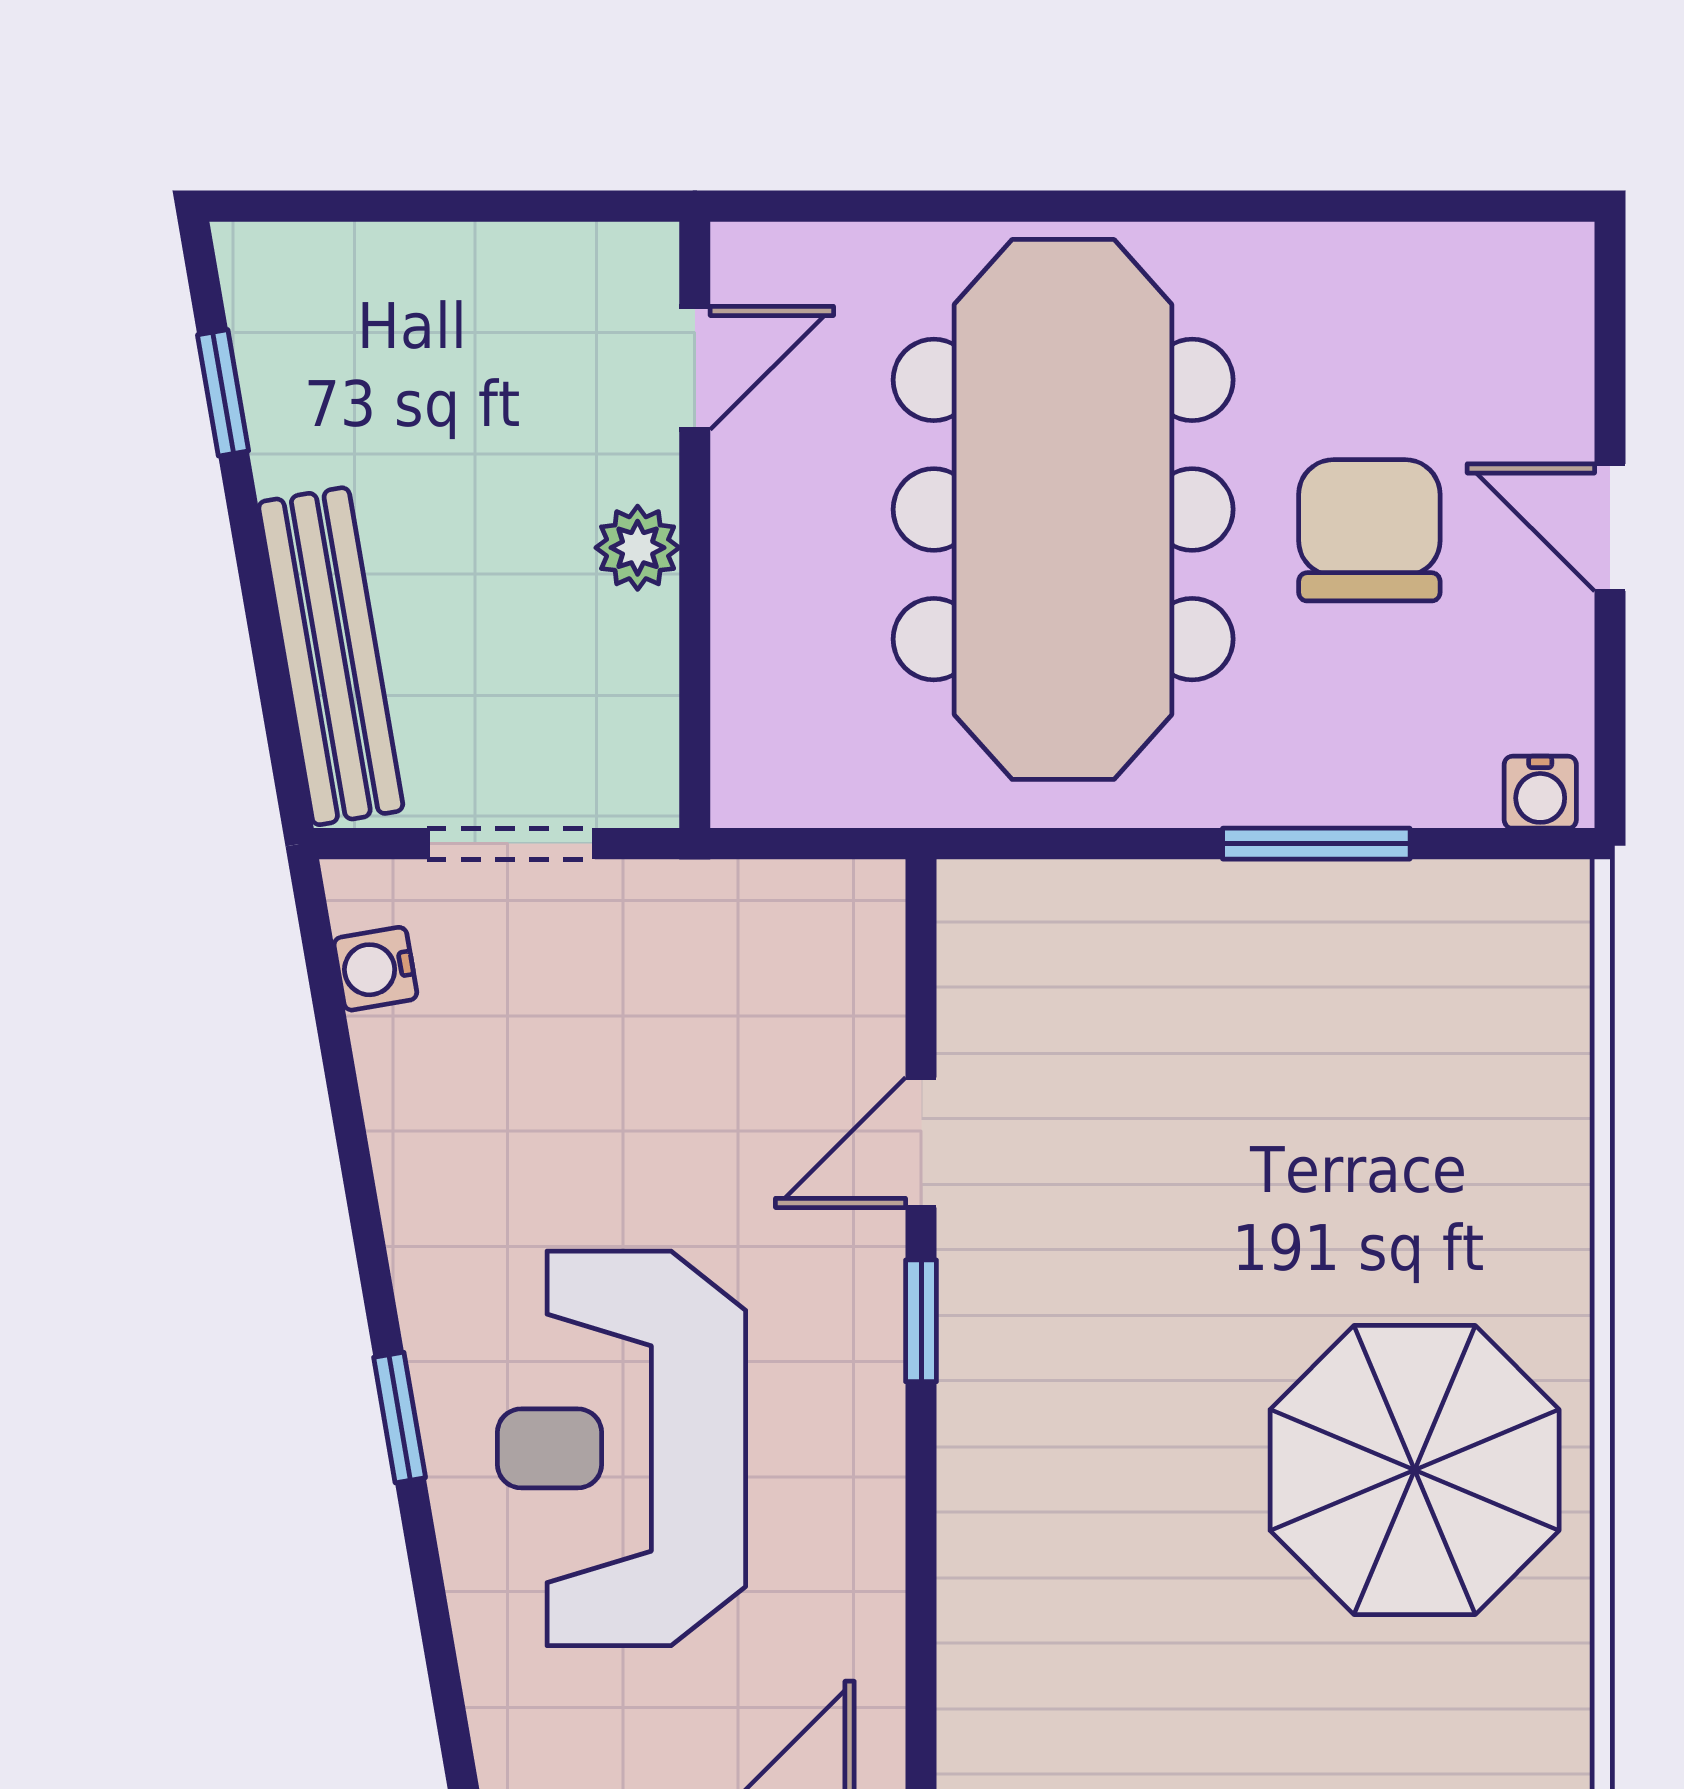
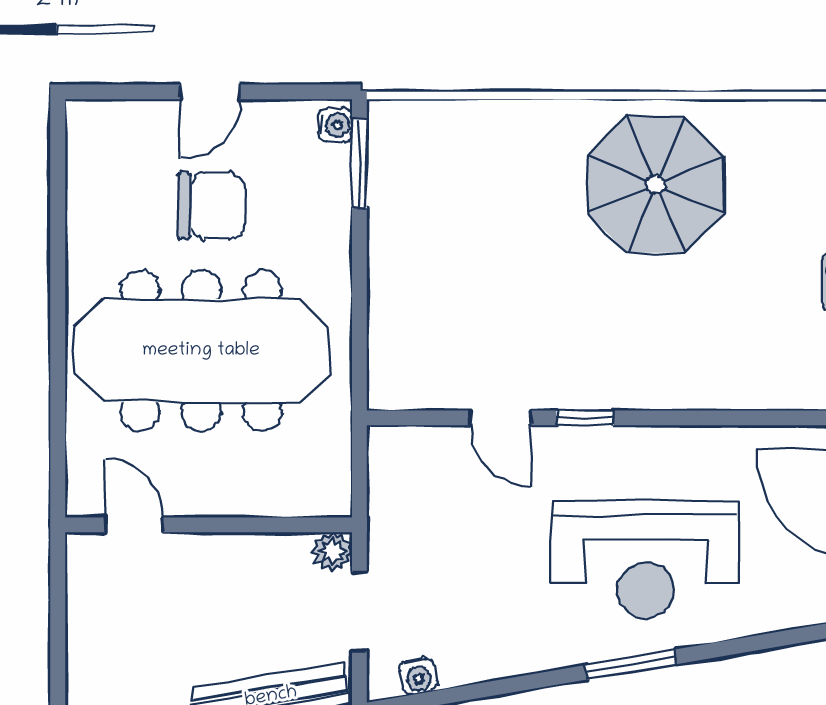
chair: (1369, 530) -> (211, 206), turned 180
plant: (638, 548) -> (332, 552), moved
window: (1316, 844) -> (359, 164), moved
window: (400, 1418) -> (631, 665), width x1.50

